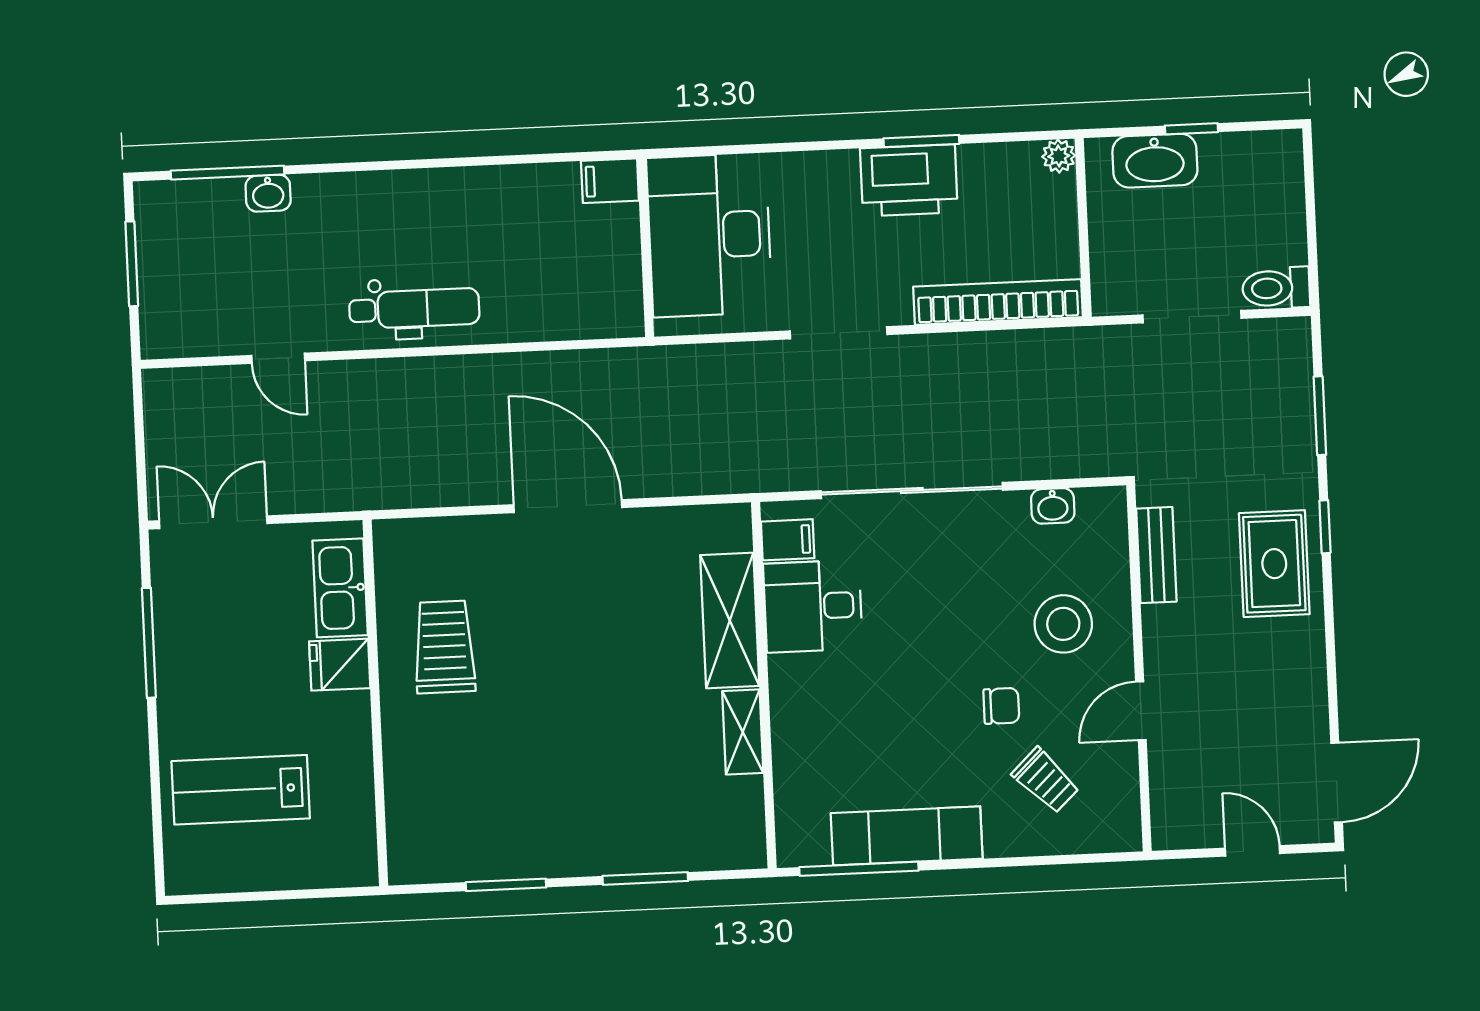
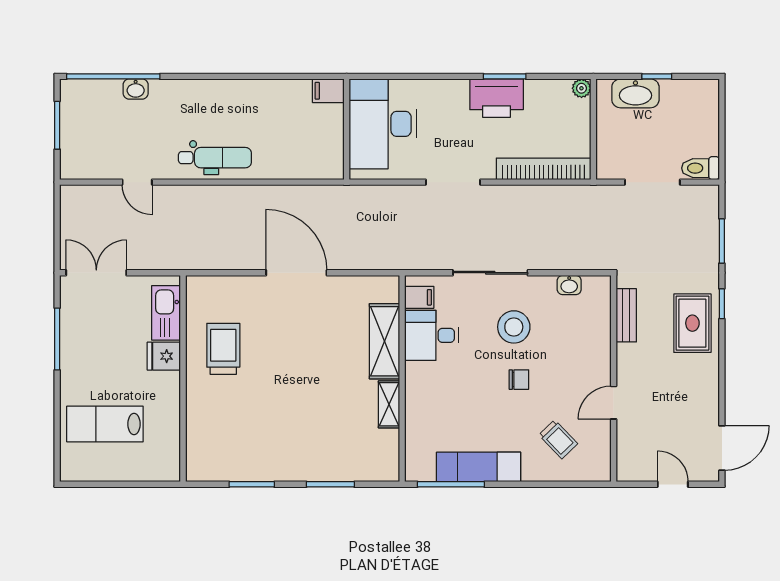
window: (227, 173) -> (113, 76), width x1.46
sliding door: (912, 491) -> (490, 273), width x0.73
stool: (1063, 624) -> (514, 327), moved
chair: (1001, 706) -> (519, 380), moved

